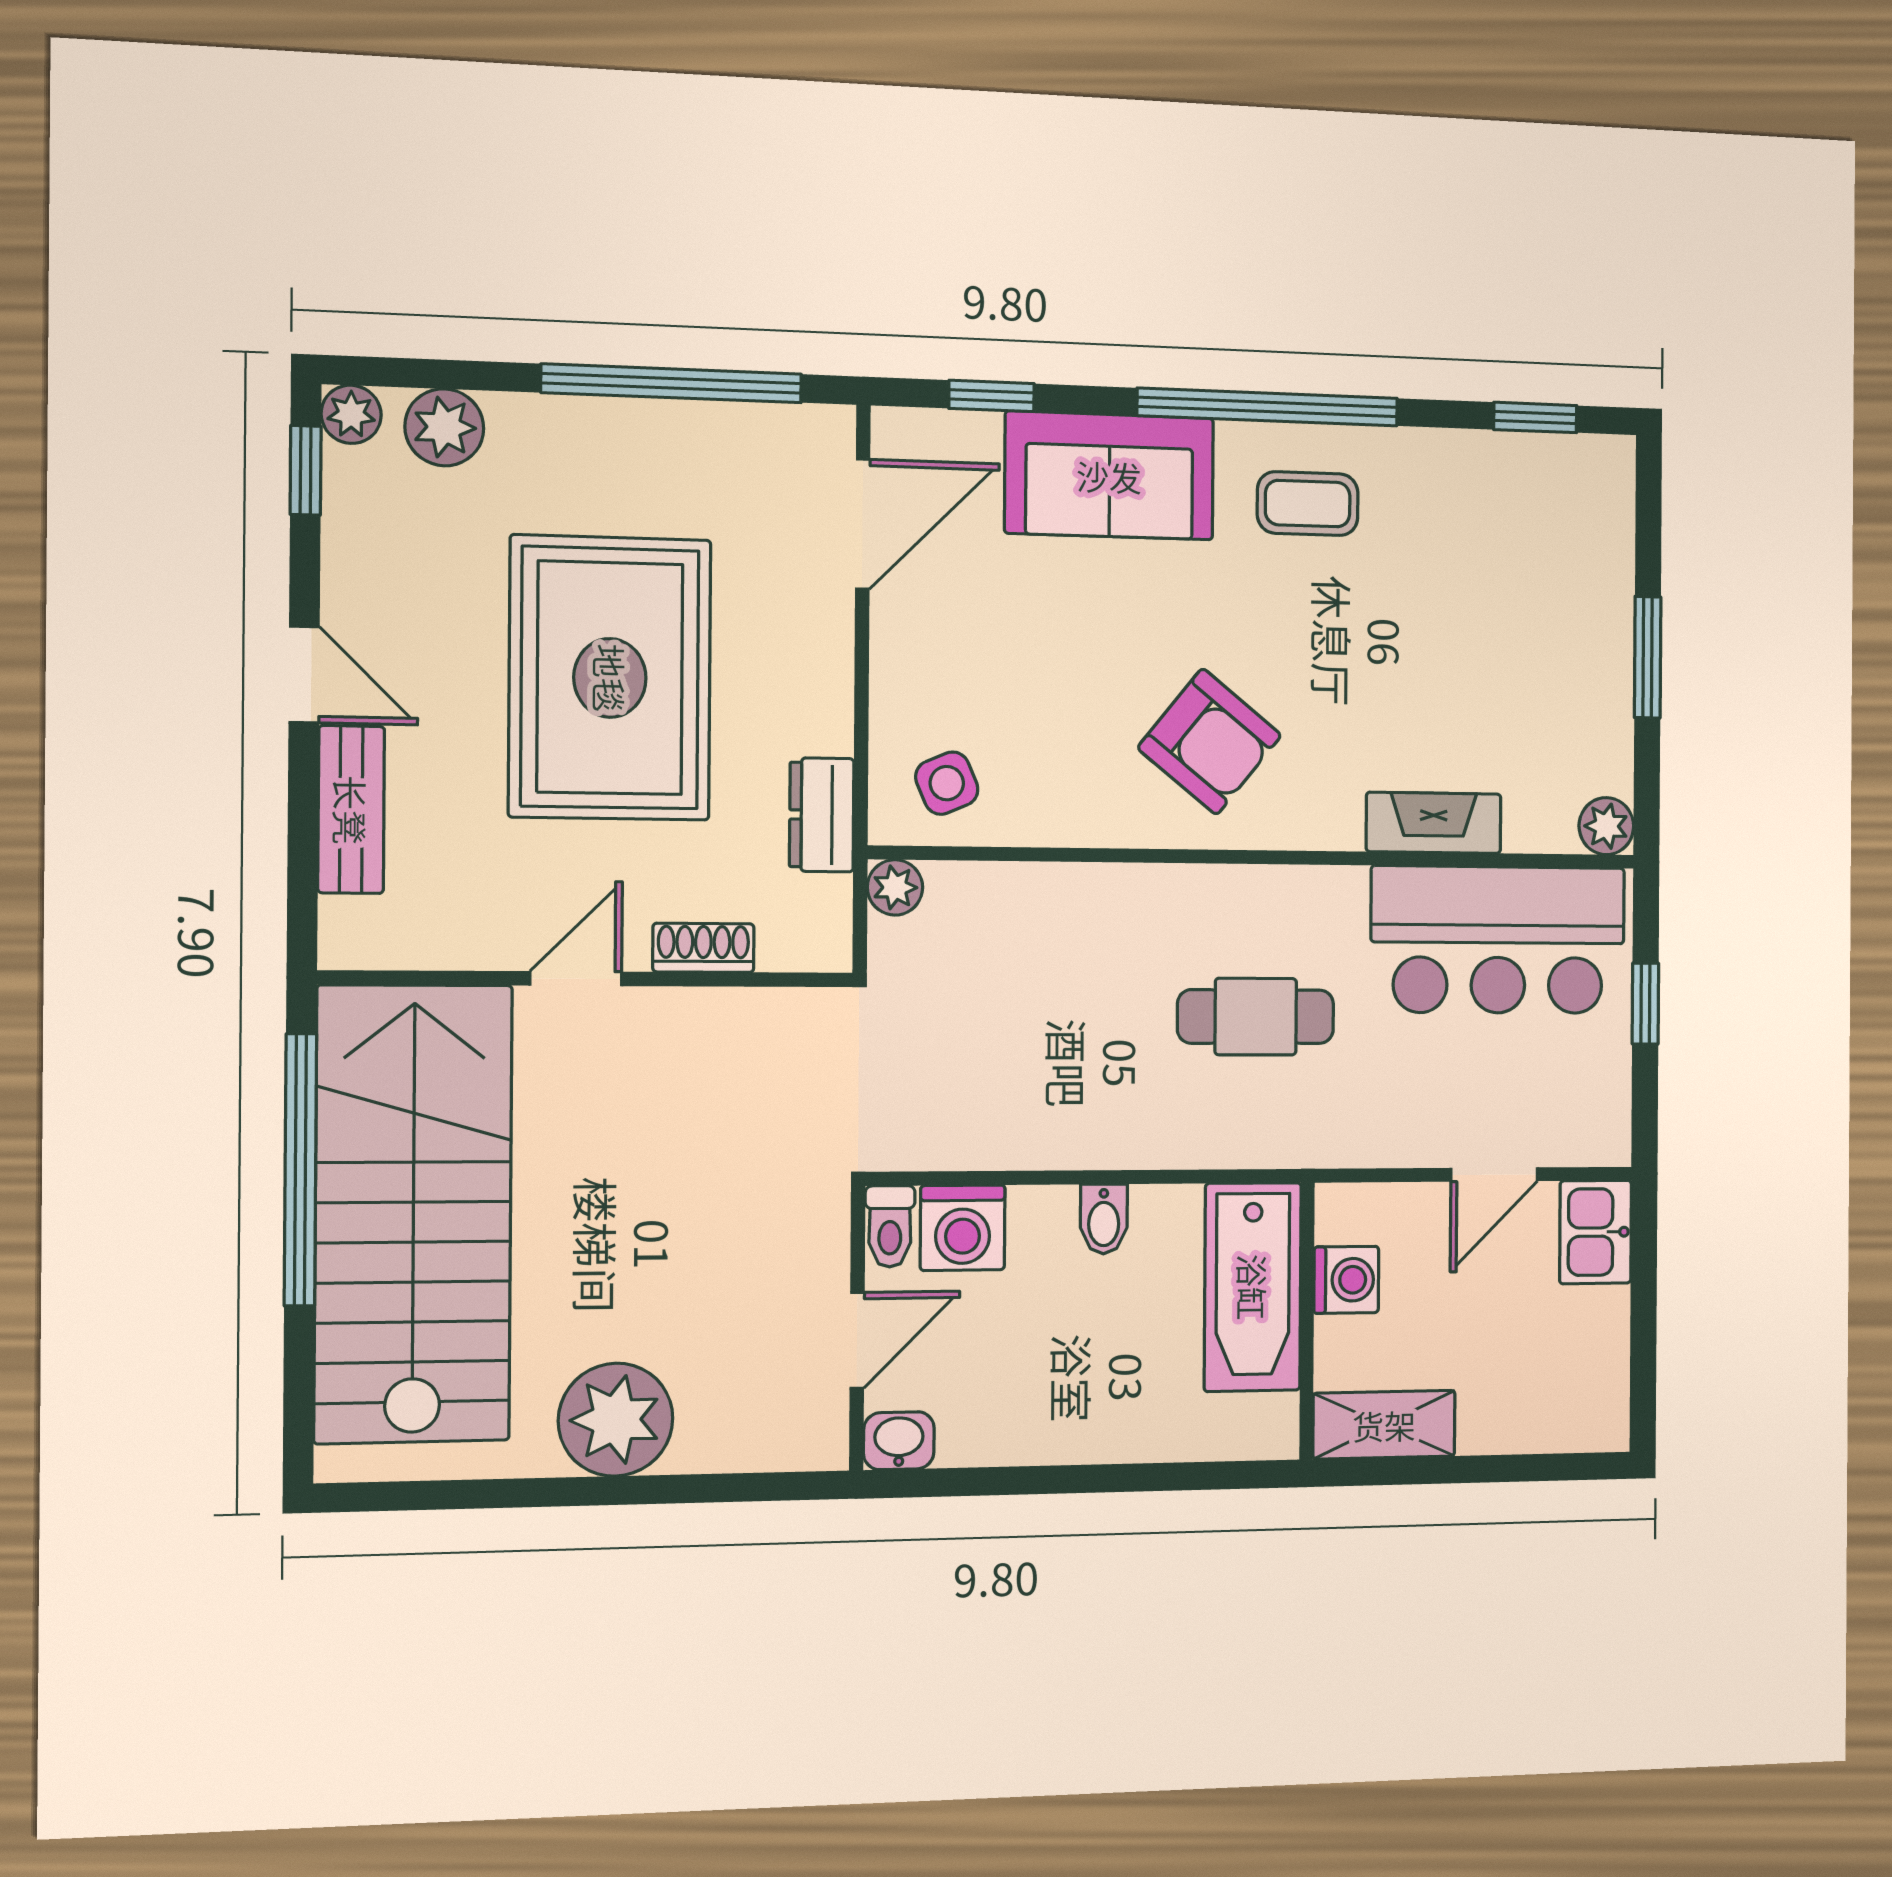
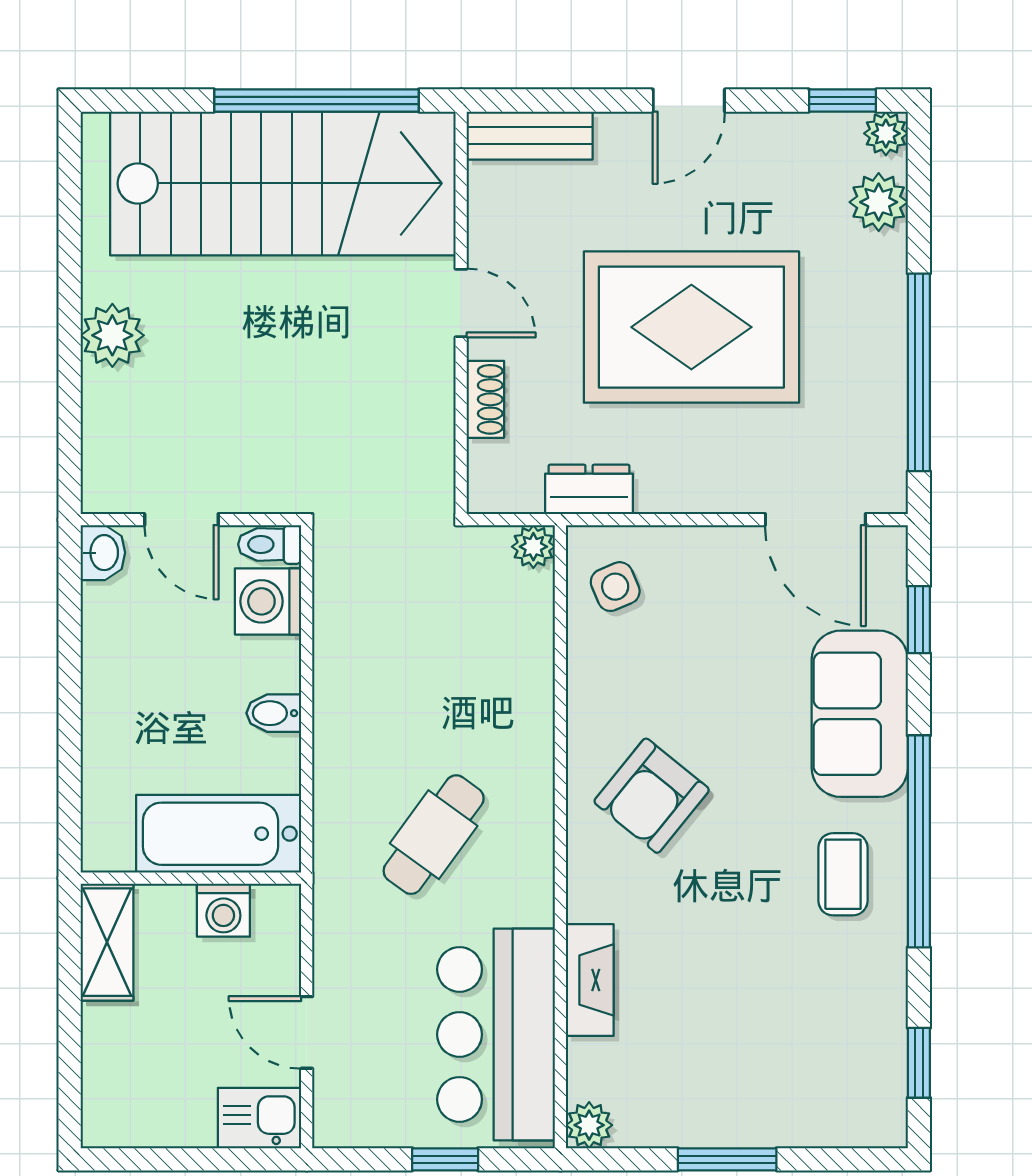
bench: (351, 810) -> (530, 136), moved
cafe table: (1256, 1017) -> (434, 835), turned 36
plant: (616, 1420) -> (112, 335), width x0.73, depth x0.73

